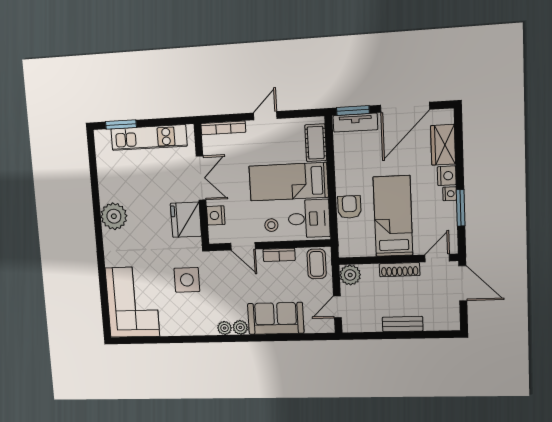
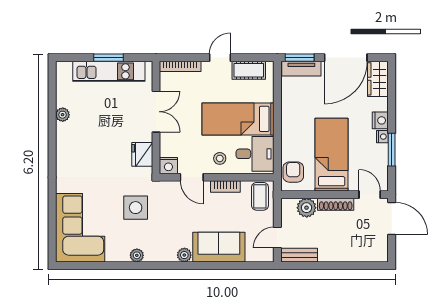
window: (121, 124) -> (108, 58), moved
cot: (316, 143) -> (249, 70), moved, turned 90
wardrobe: (443, 145) -> (378, 79), moved
armchair: (349, 207) -> (293, 172), moved
nightstand: (216, 215) -> (168, 166), moved, turned -90
plant: (114, 216) -> (63, 115), moved, width x0.53, depth x0.53
fridge: (186, 220) -> (142, 154), width x0.73, depth x0.75
door: (437, 258) -> (370, 195), hinge flipped
plant: (350, 275) -> (307, 208), moved
bench: (403, 324) -> (299, 255), moved
plant: (225, 328) -> (137, 255), moved

